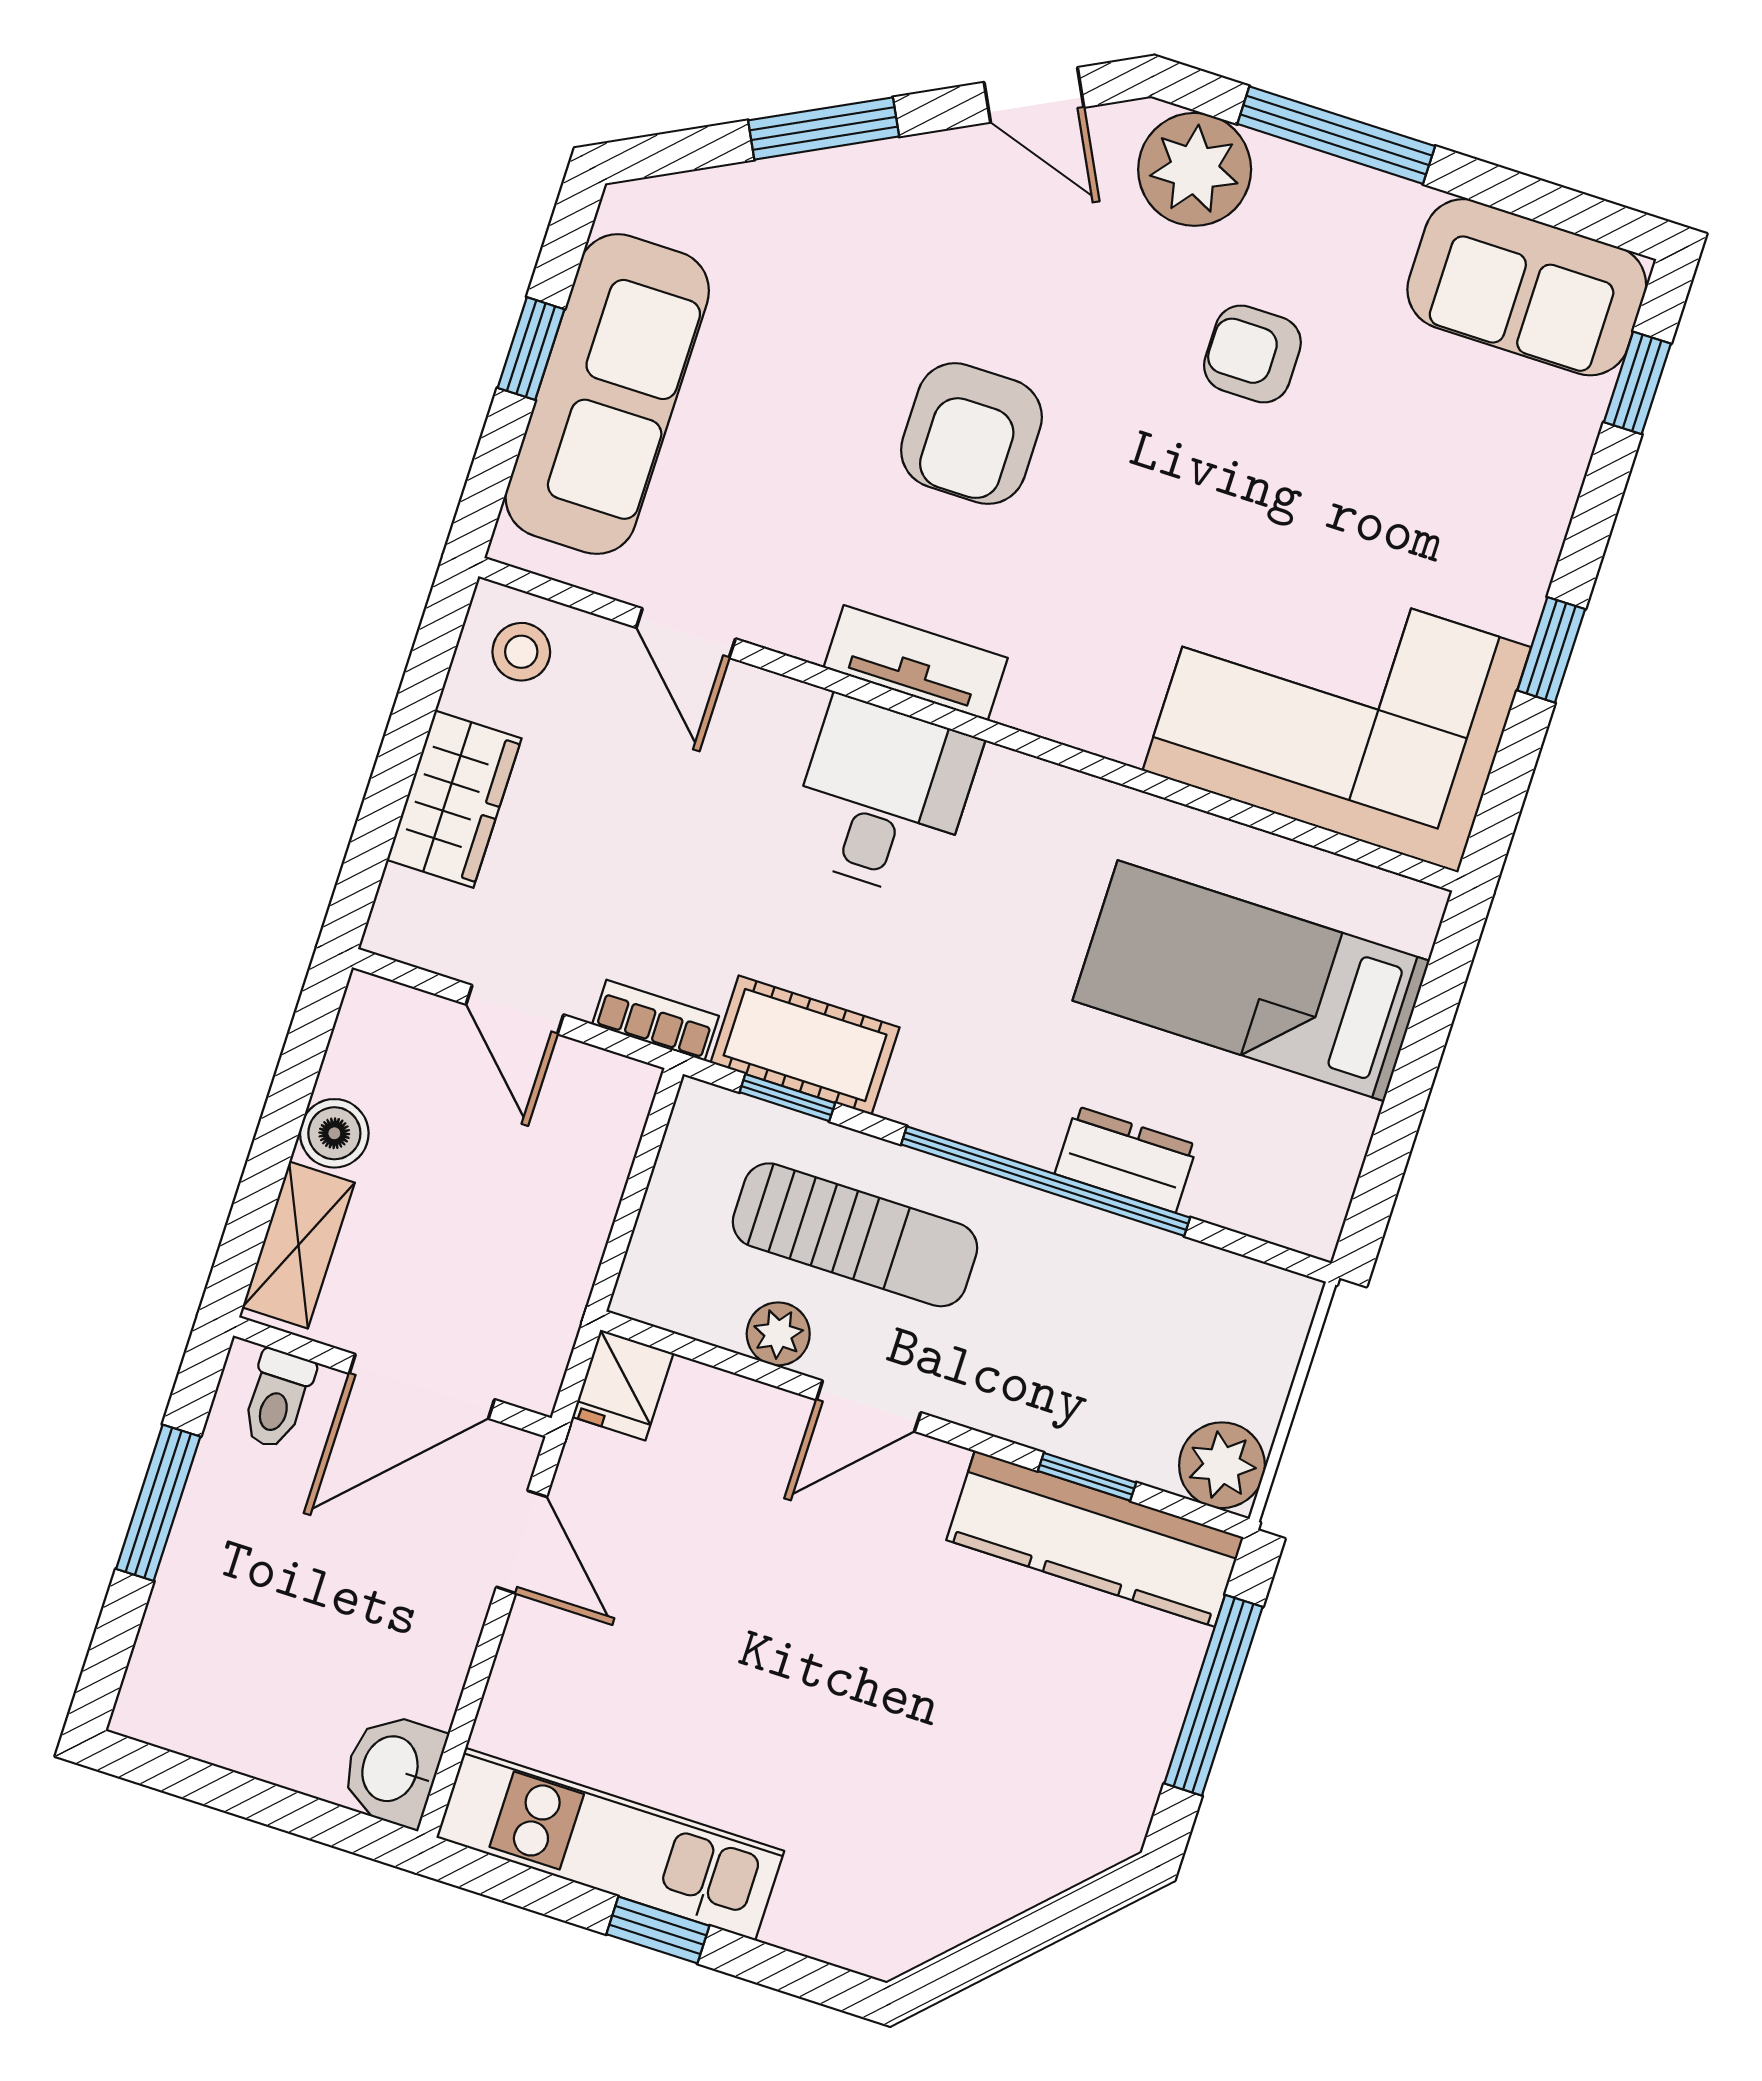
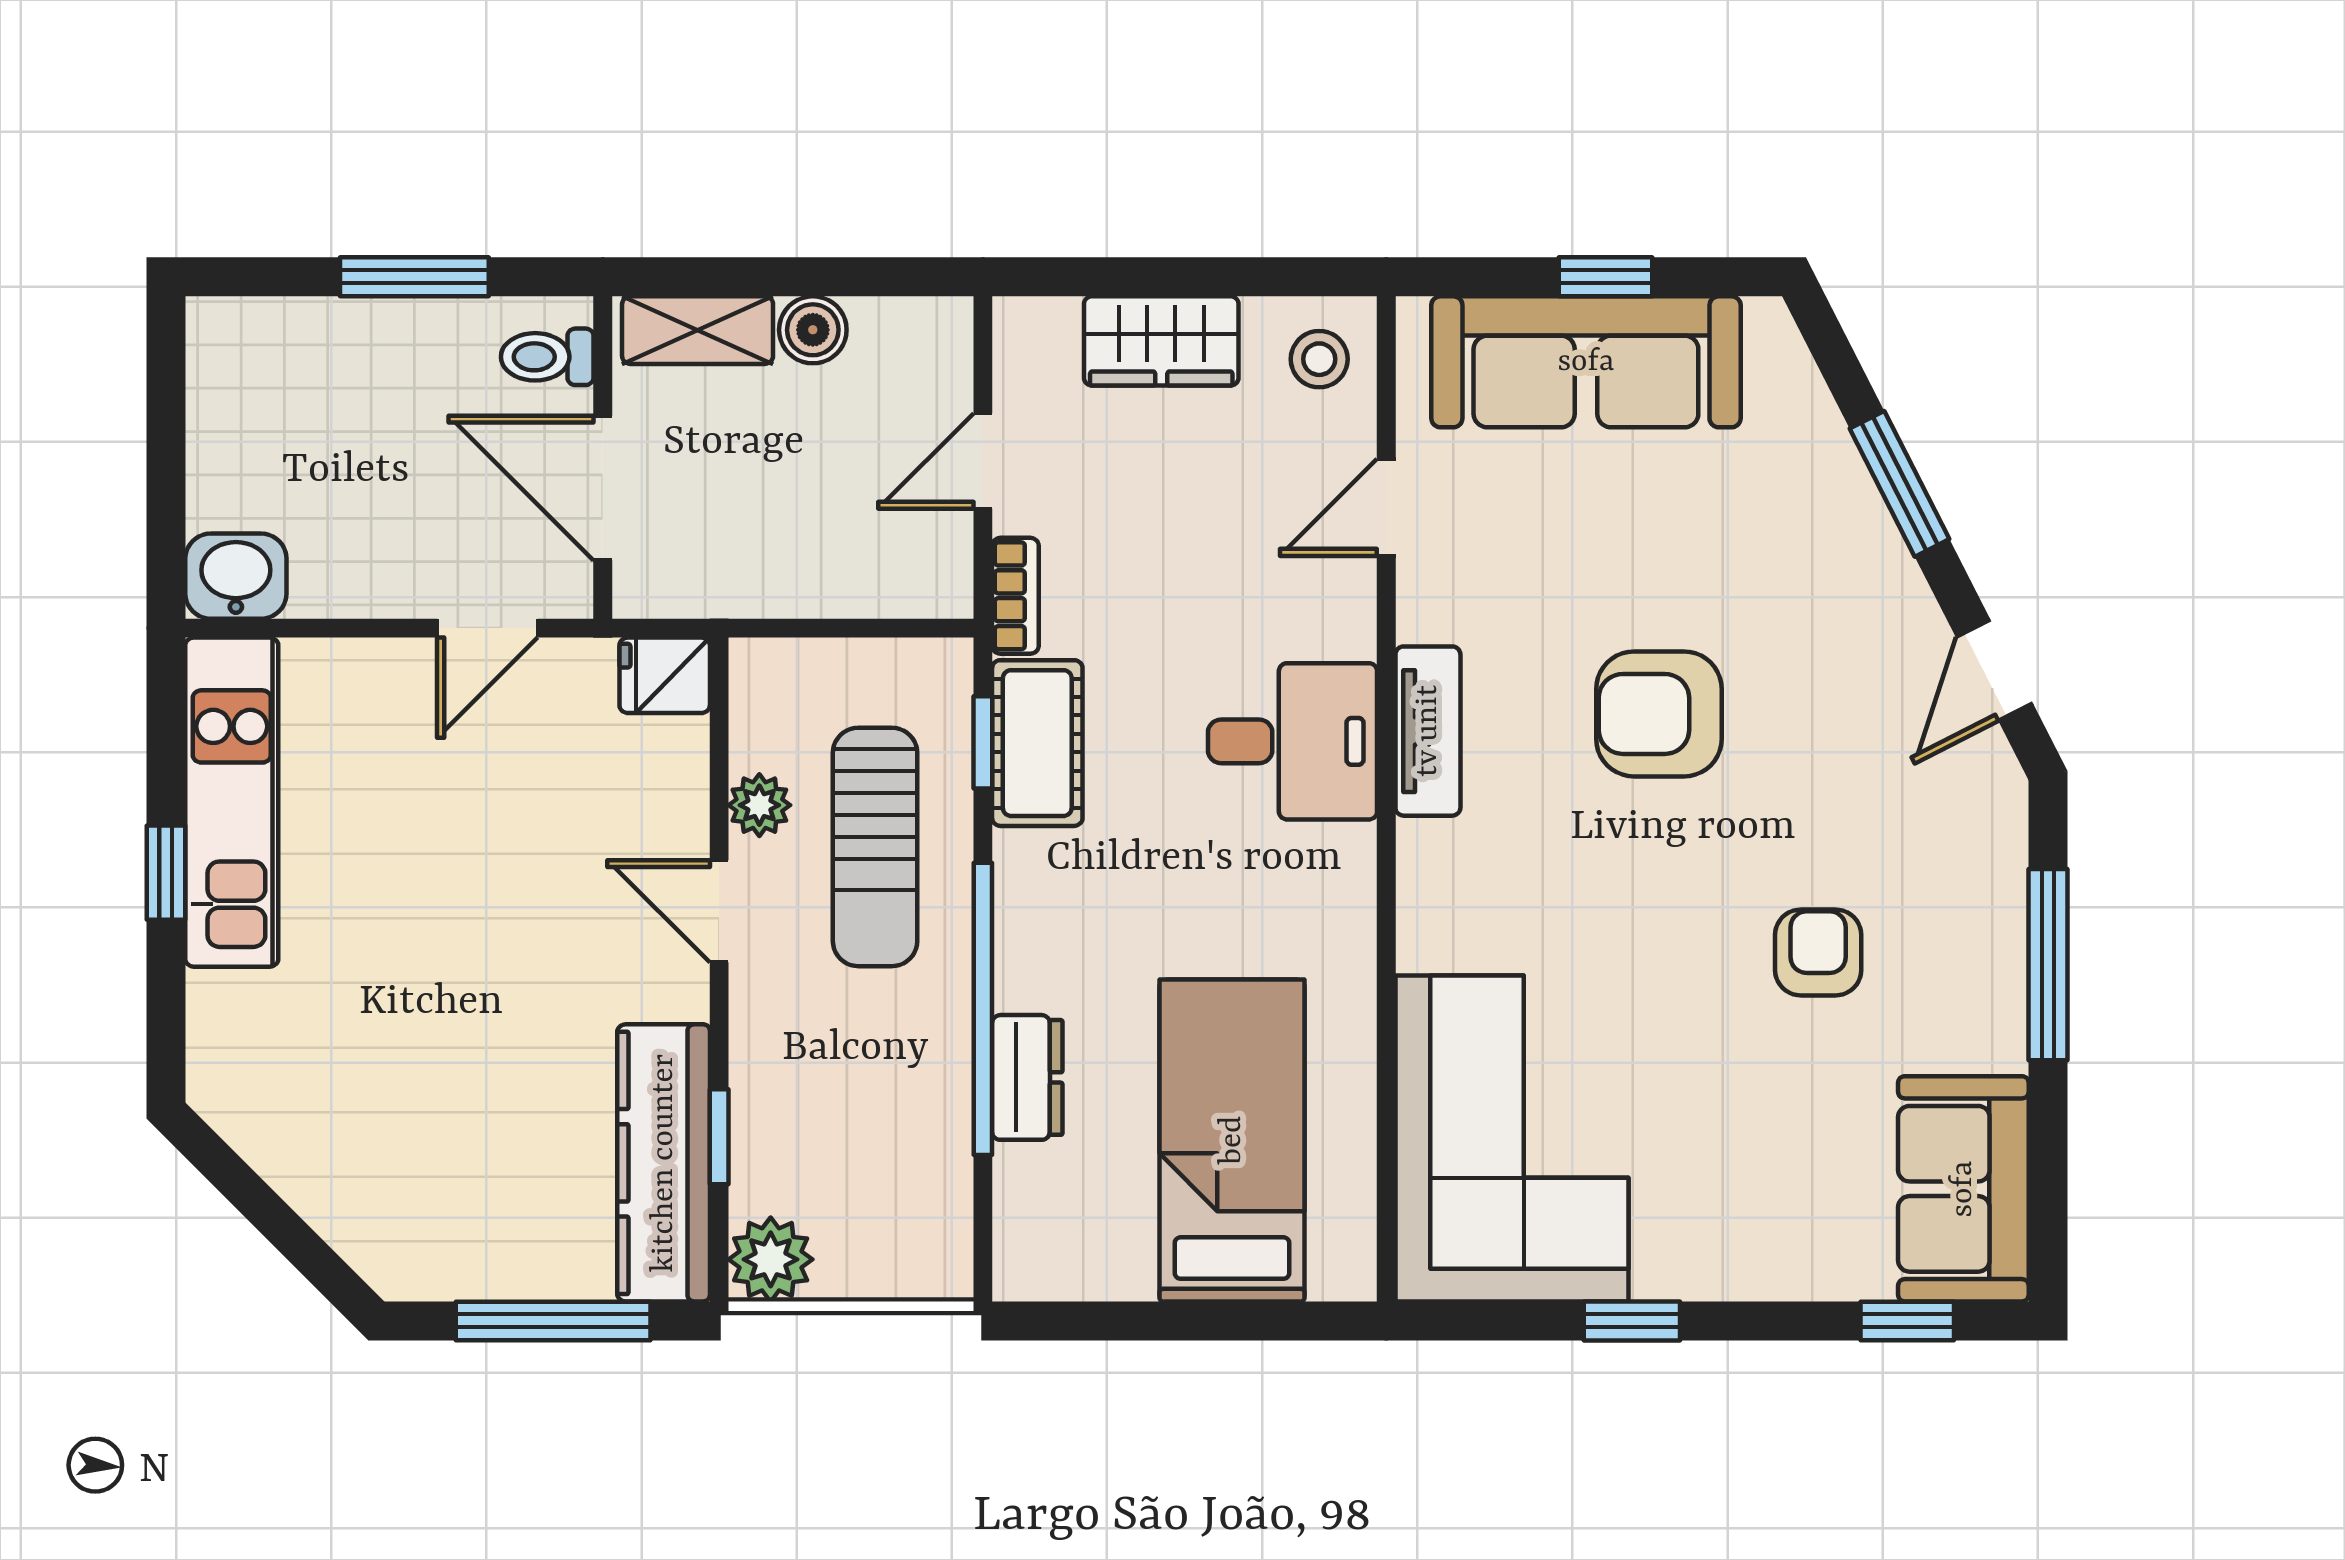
plant: (1195, 169) -> (1973, 843), removed

